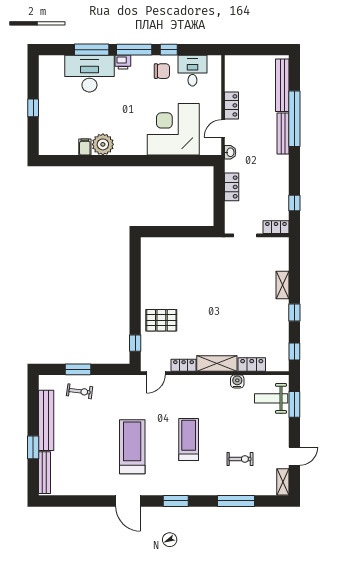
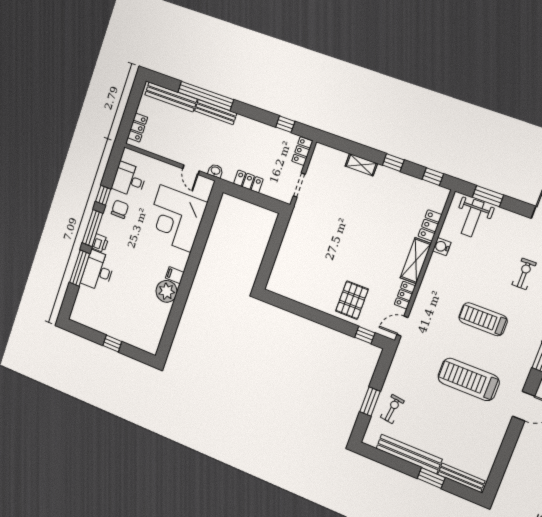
desk: (89, 74) -> (98, 271), width x0.73, depth x0.77
locker: (231, 105) -> (137, 127), moved, turned 90
filing cabinet: (85, 147) -> (175, 275), moved
door: (156, 373) -> (402, 326), swing flipped

